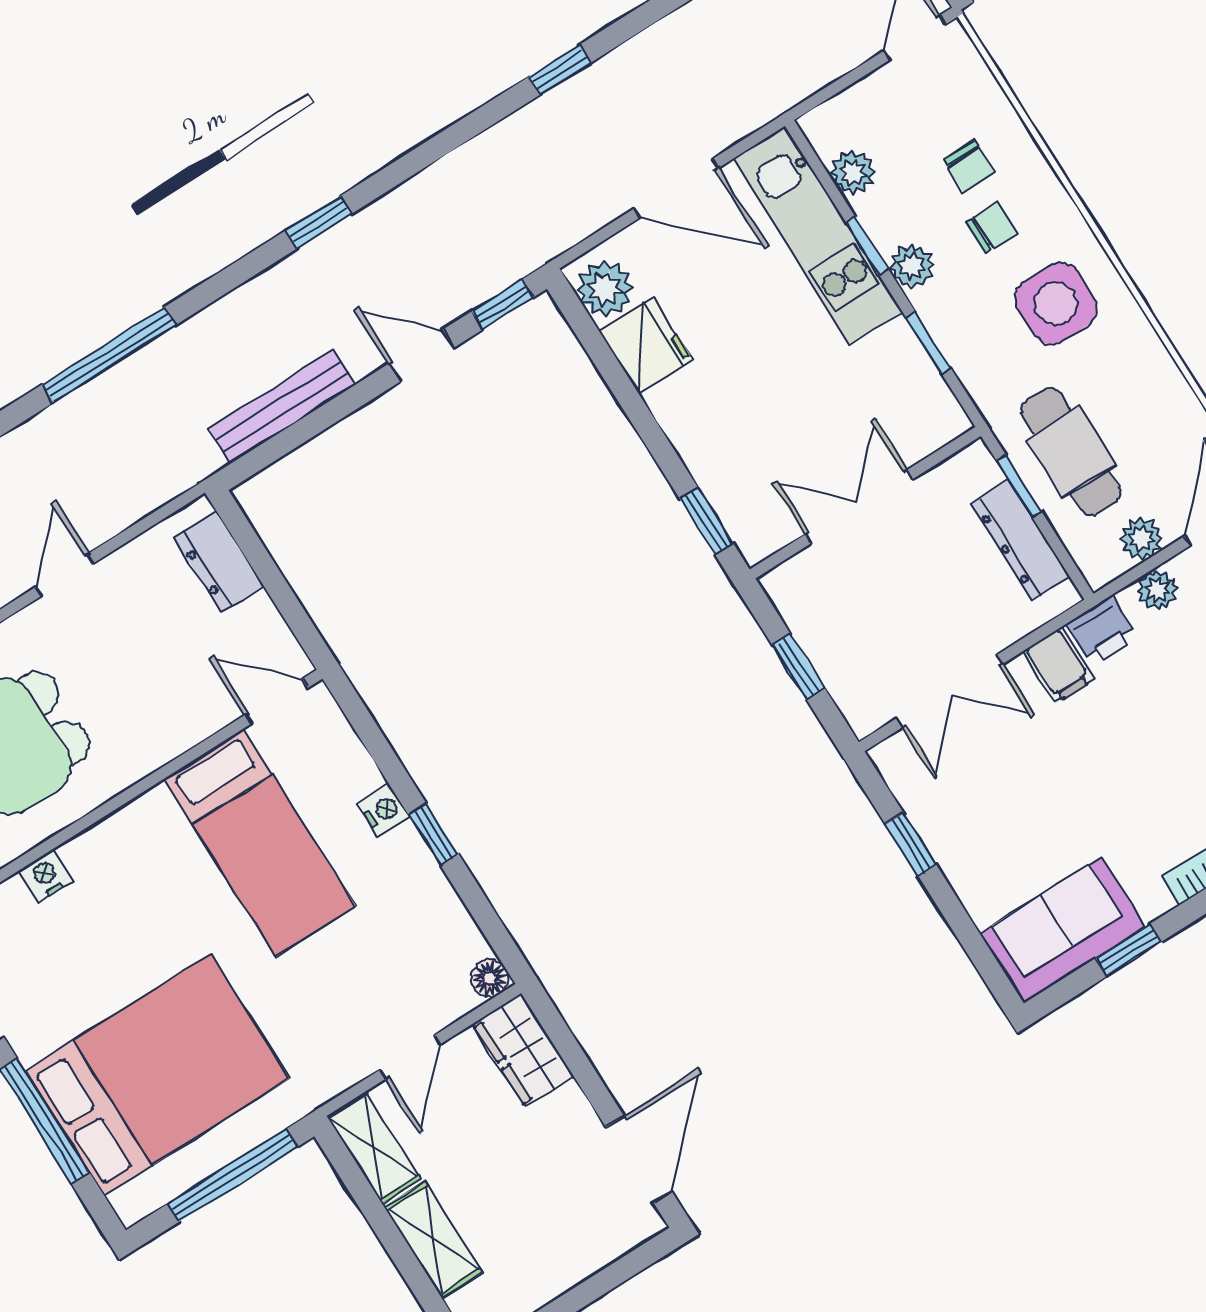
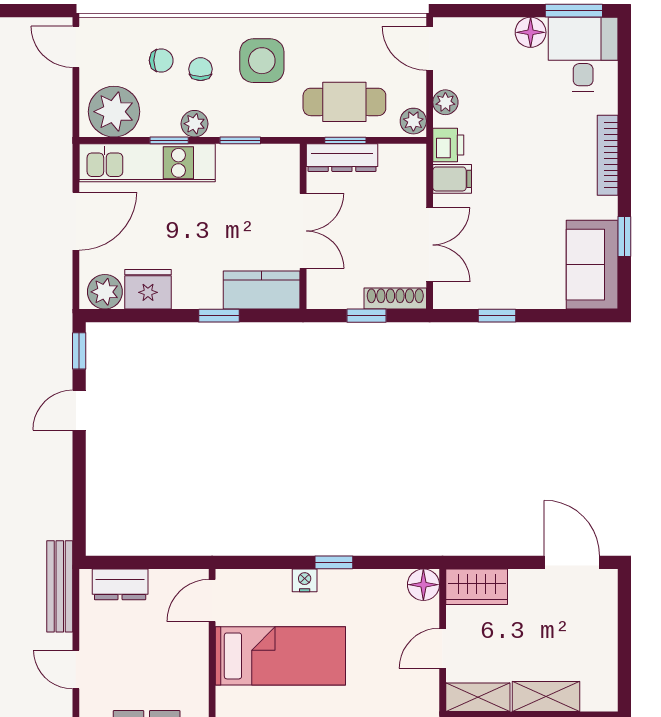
plant: (853, 172) -> (114, 112), width x1.88, depth x1.88
bench: (282, 407) -> (60, 586), moved
kitchen counter: (743, 501) -> (262, 290), added
double door: (859, 507) -> (303, 231), swing flipped
window: (707, 521) -> (219, 316), moved
plant: (1141, 539) -> (413, 121), moved
dresser: (1020, 540) -> (342, 158), moved
shoe rack: (846, 691) -> (395, 299), added
floor lamp: (490, 978) -> (423, 585), width x1.37, depth x1.37
door: (410, 1057) -> (443, 648), swing flipped

